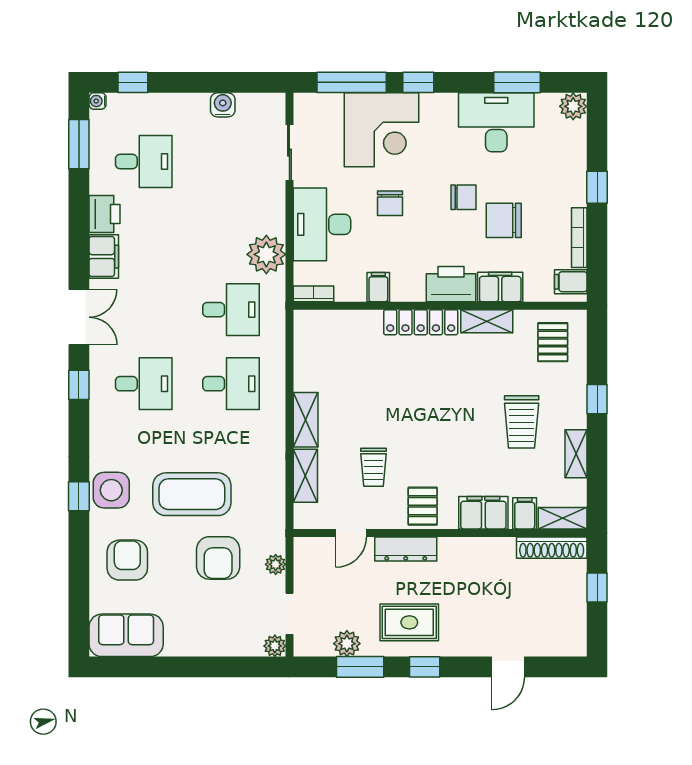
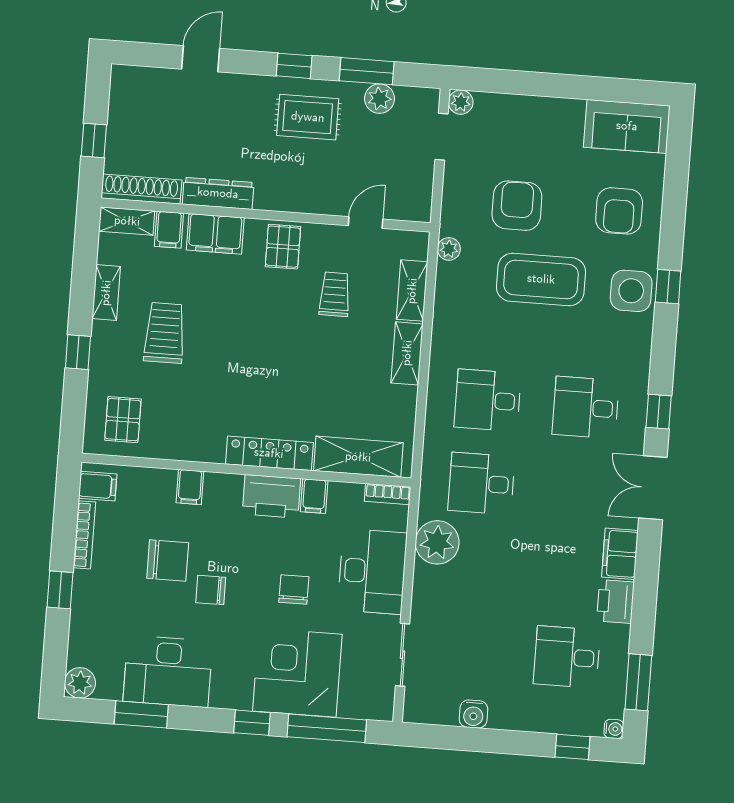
printer: (451, 284) -> (271, 496), moved
filing cabinet: (500, 287) -> (190, 487), width x0.50
shelving: (487, 321) -> (358, 457), moved, width x1.50, depth x1.33
dresser: (406, 549) -> (218, 193), moved
plant: (276, 564) -> (449, 249), moved

